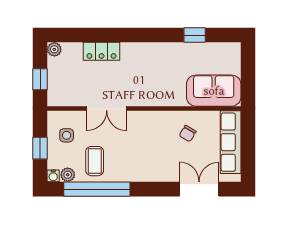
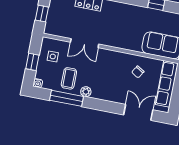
plant: (68, 175) -> (86, 92), moved
window: (97, 189) -> (67, 98), width x0.68

